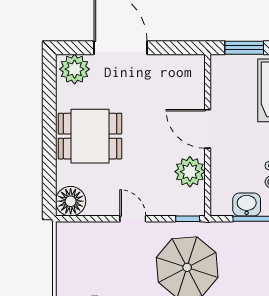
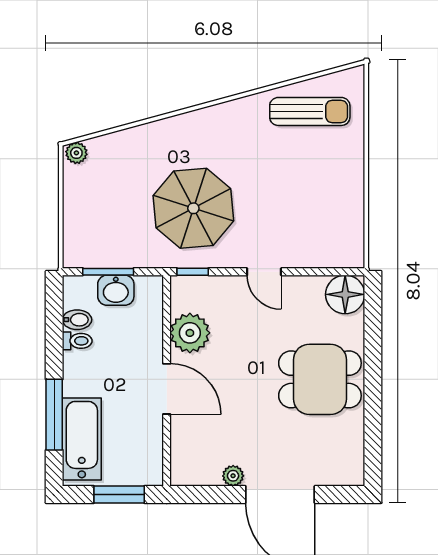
plant: (75, 69) -> (233, 476), moved, width x0.53, depth x0.53

